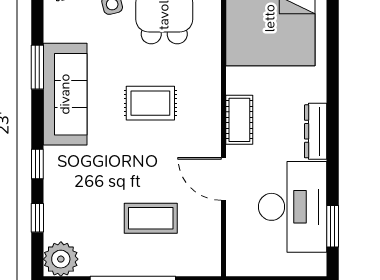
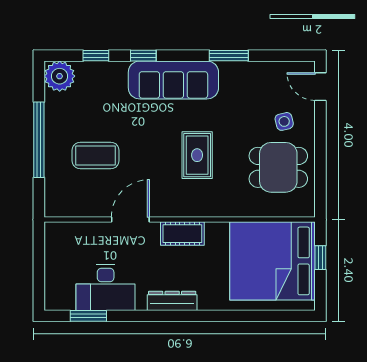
sofa: (65, 94) -> (173, 80), moved
desk: (293, 207) -> (106, 287), width x0.73, depth x0.77
coffee table: (151, 218) -> (96, 156), turned 90

